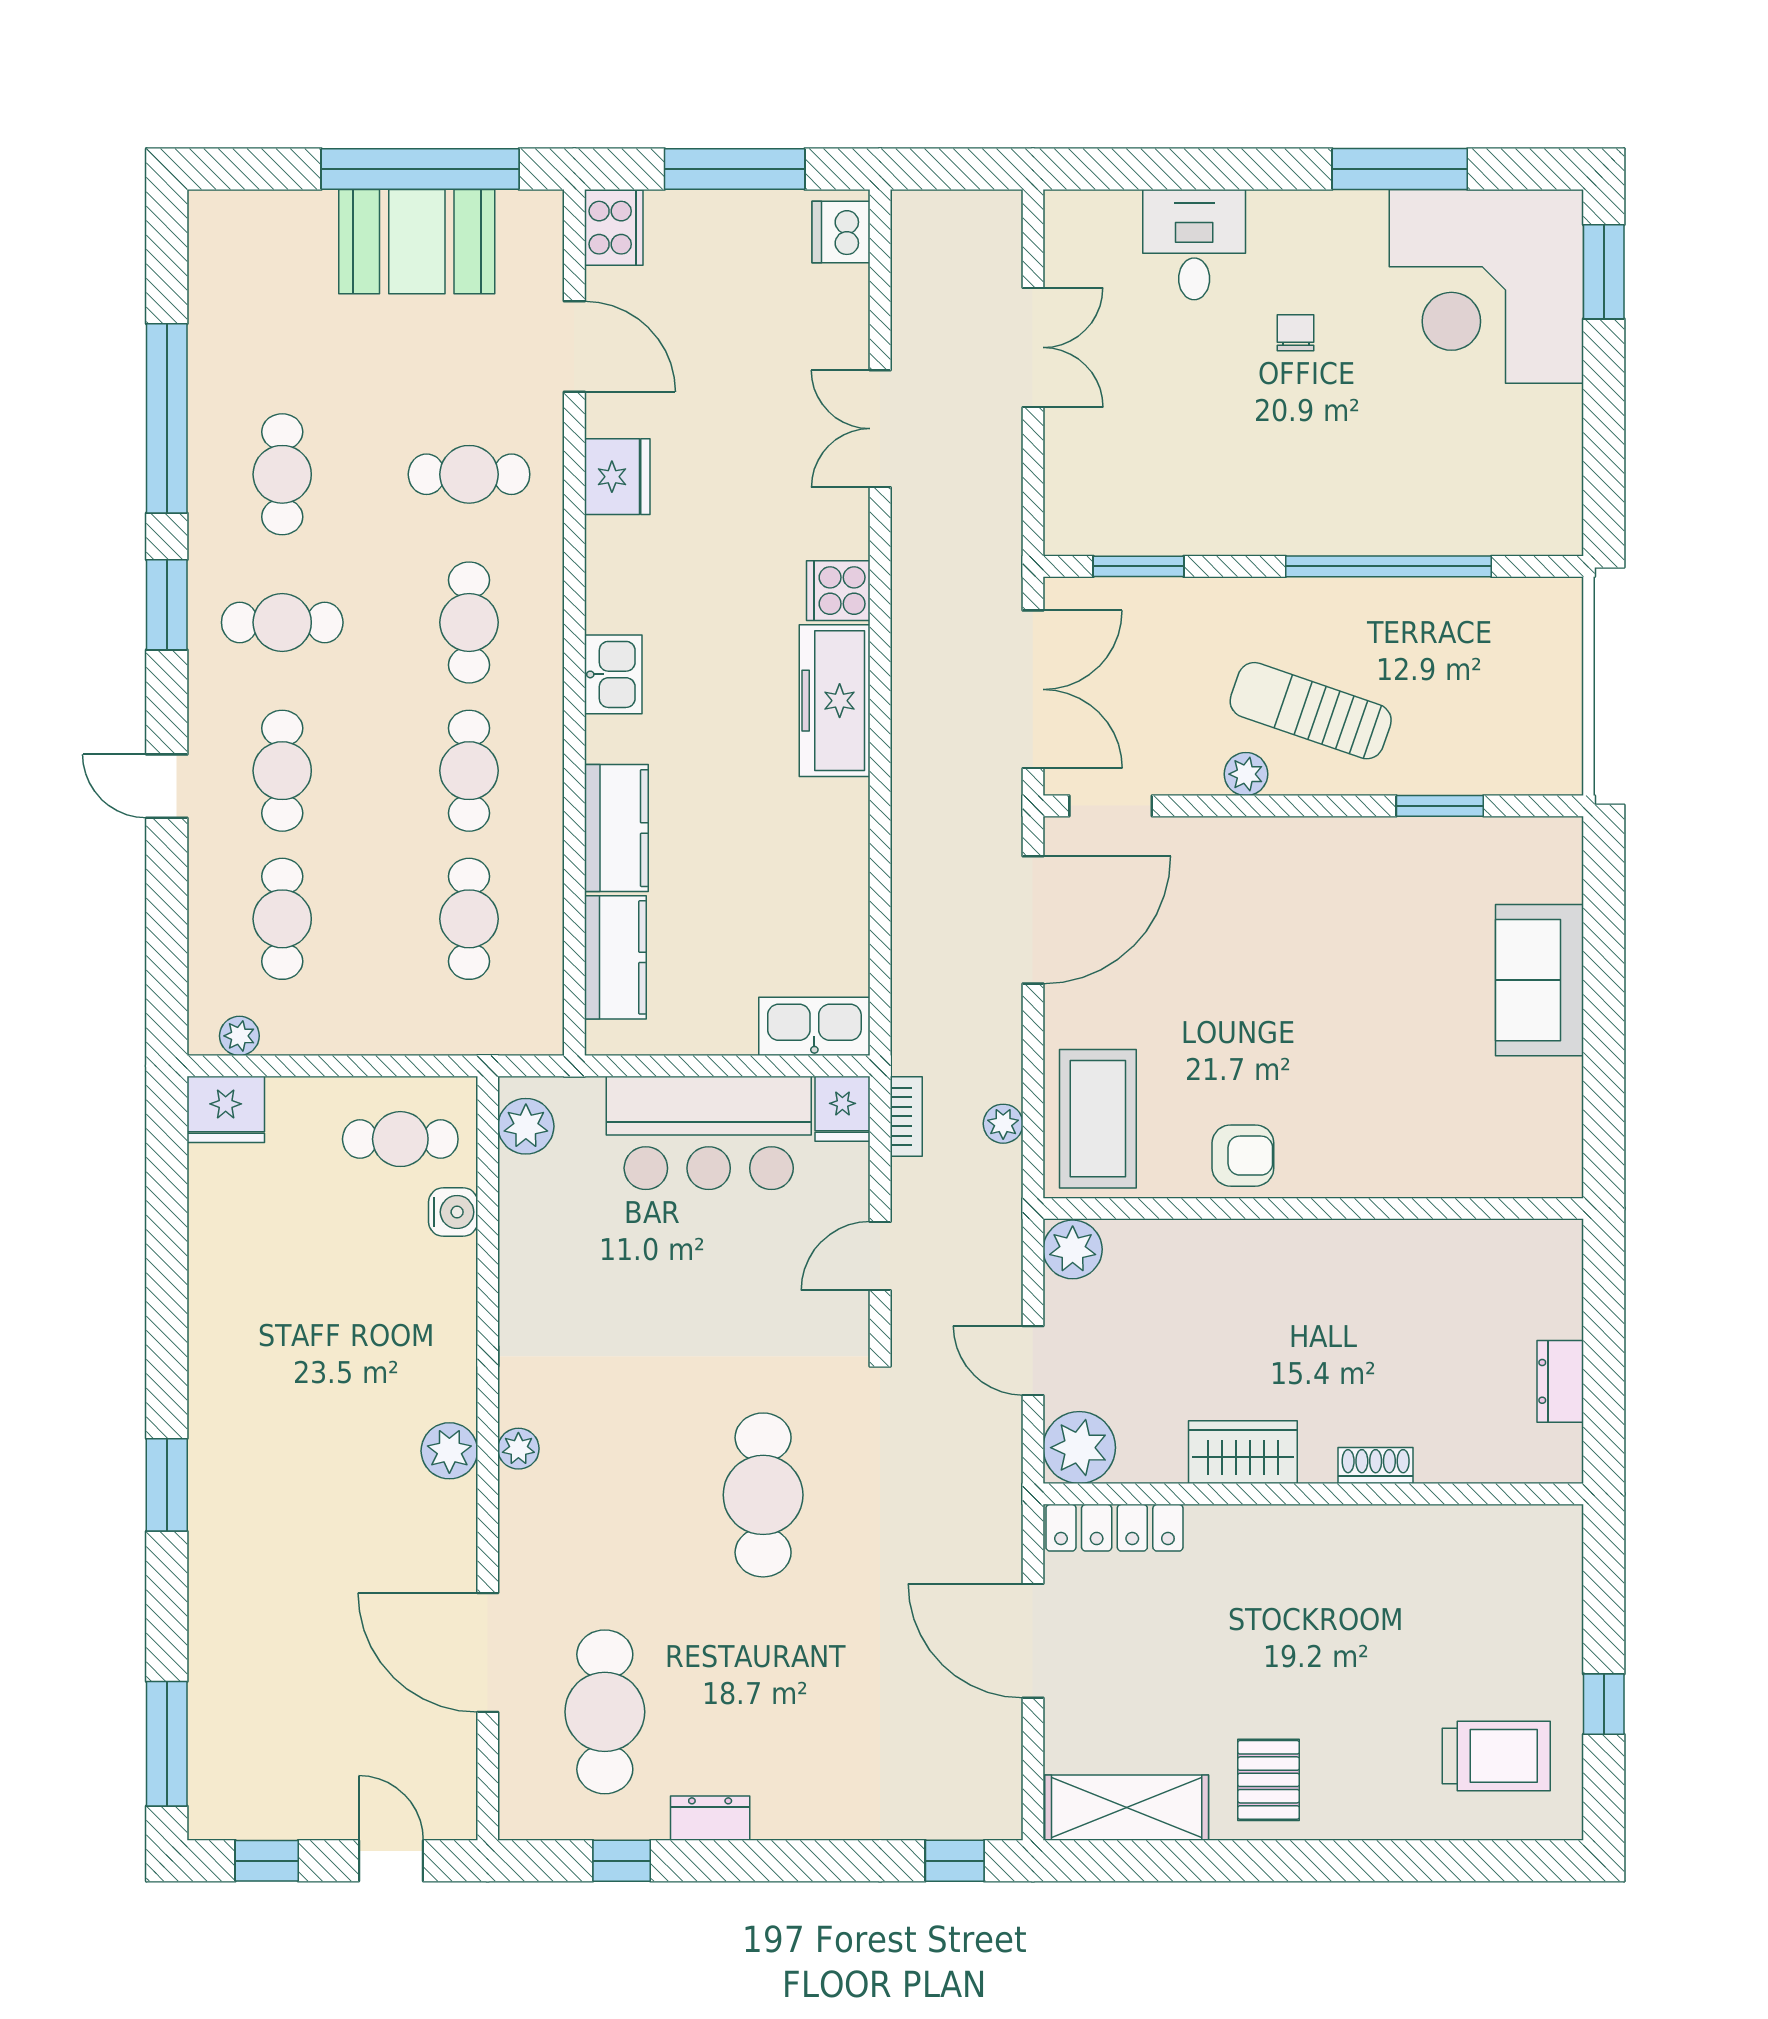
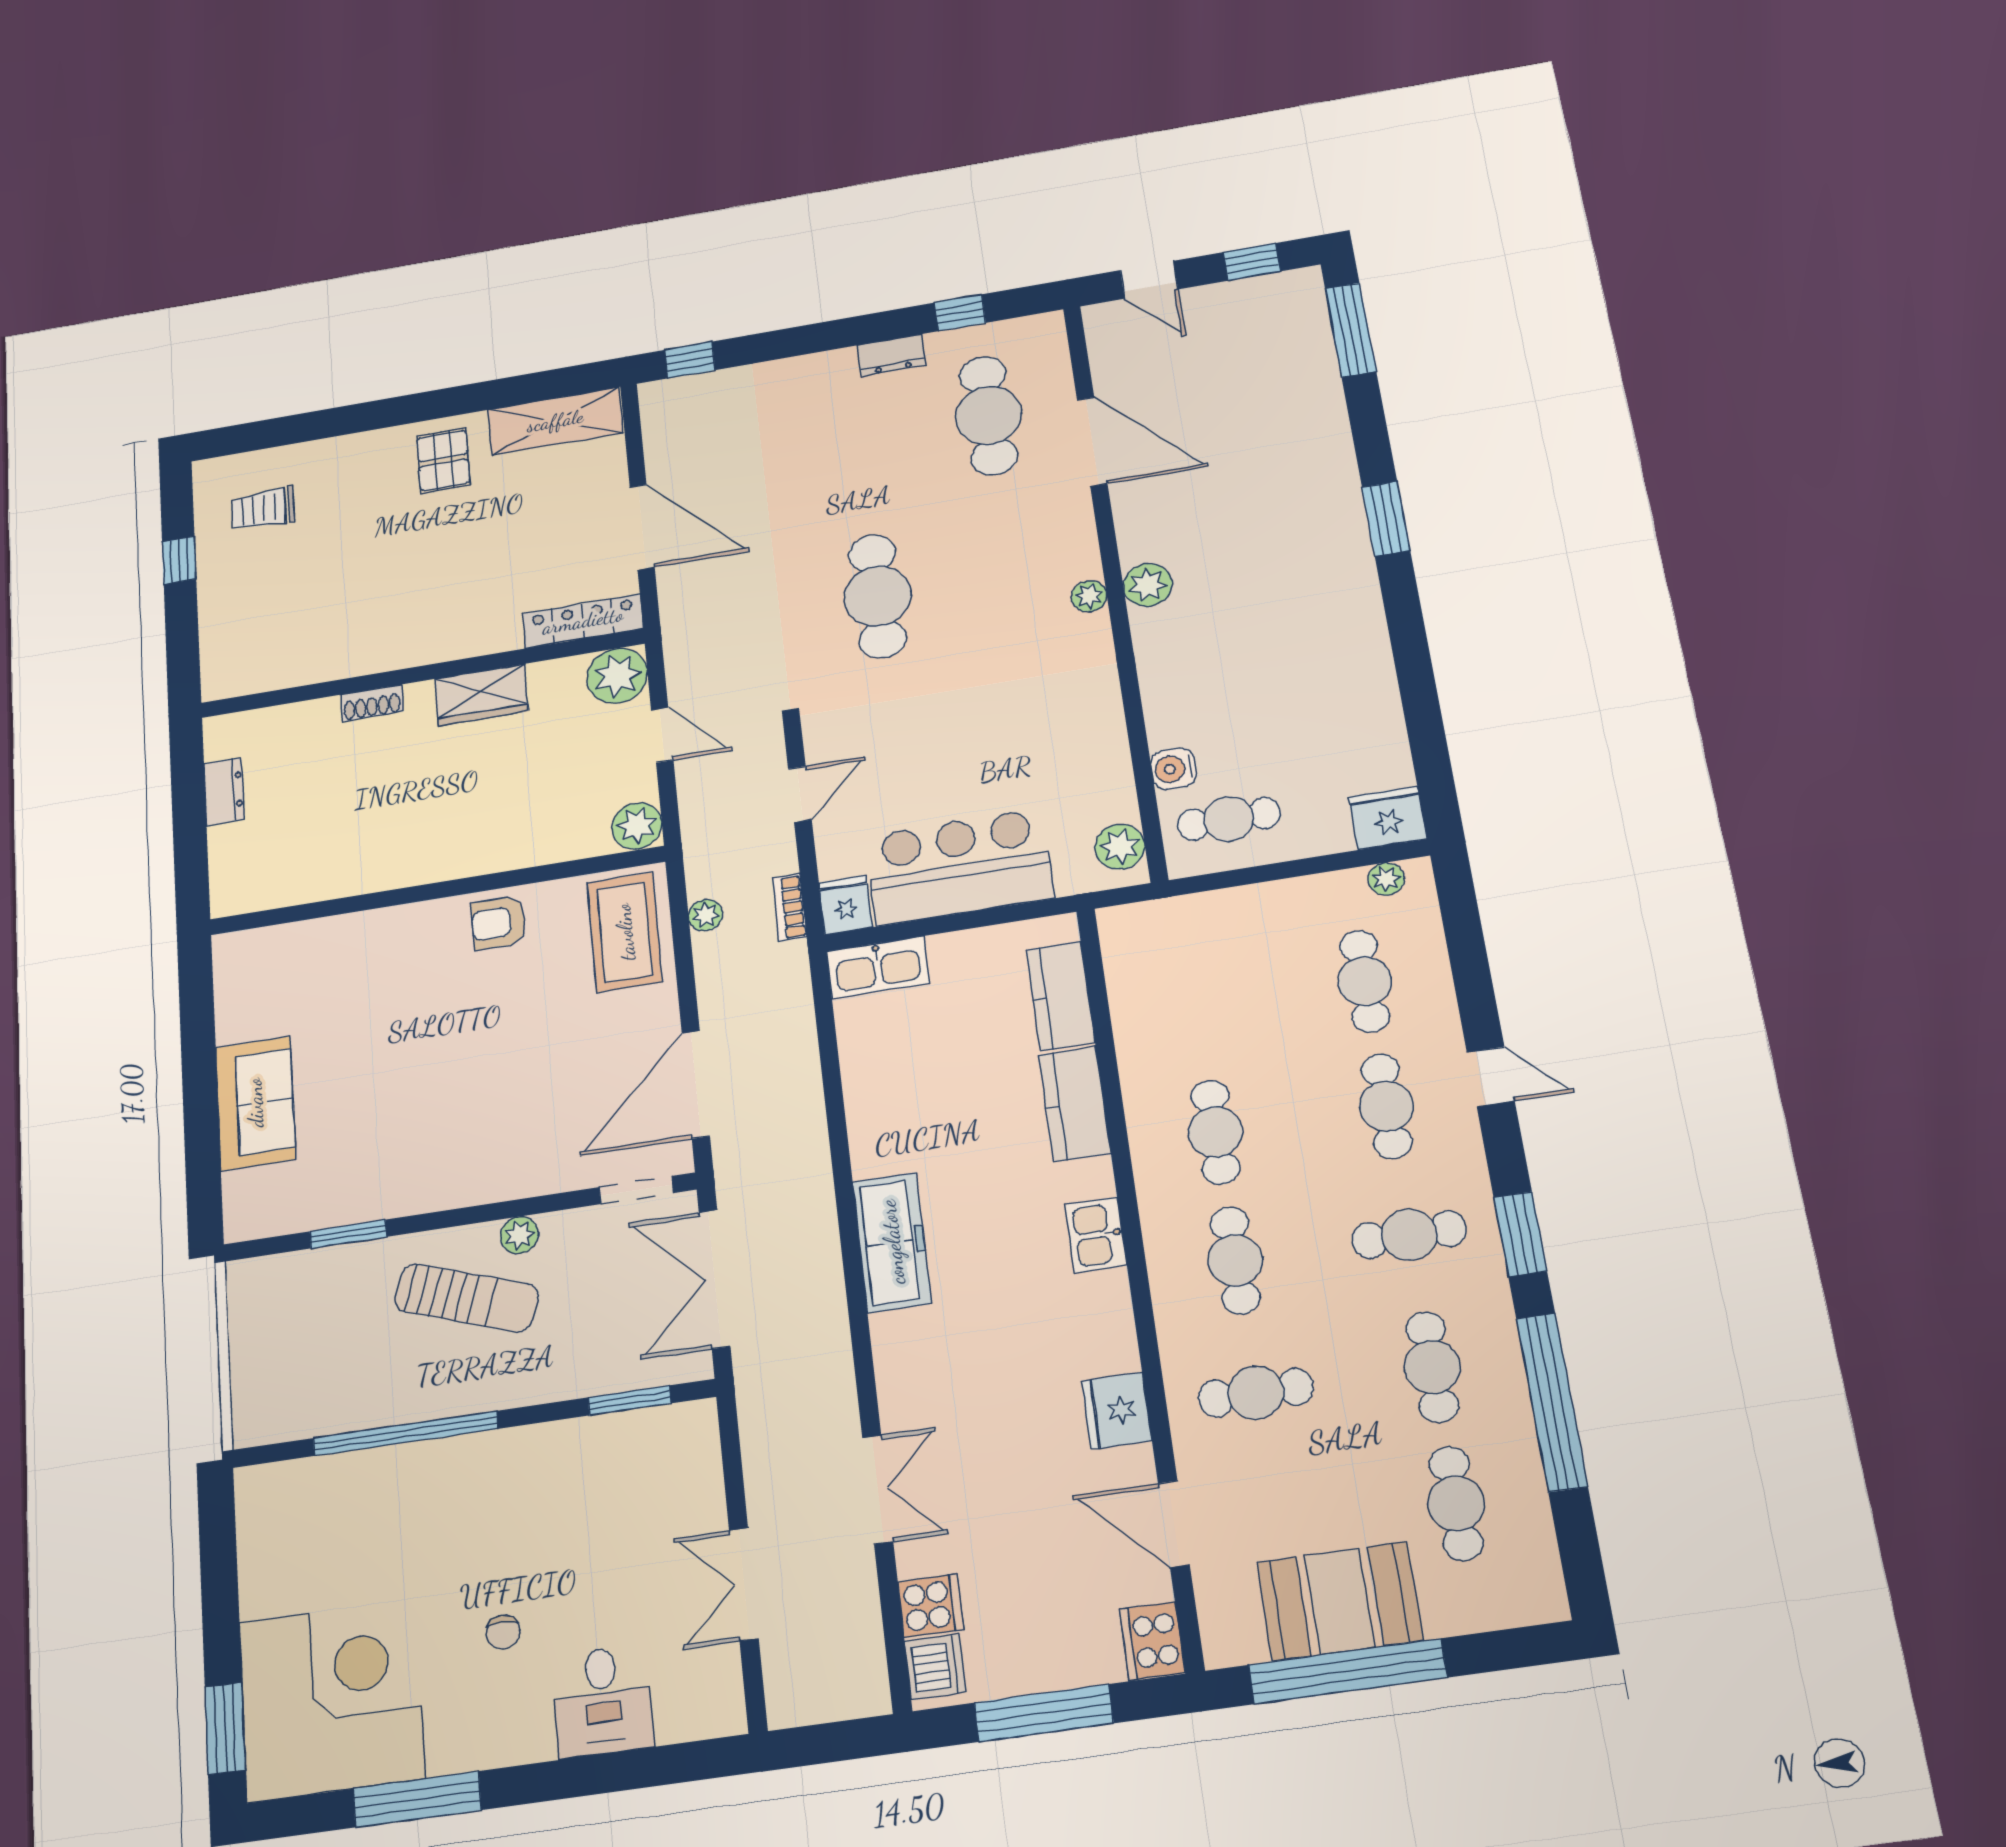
cooker: (838, 591) -> (931, 1606), moved
cafe table: (469, 919) -> (1456, 1503), moved
trolley: (1496, 1756) -> (263, 509), width x0.73, depth x0.72

